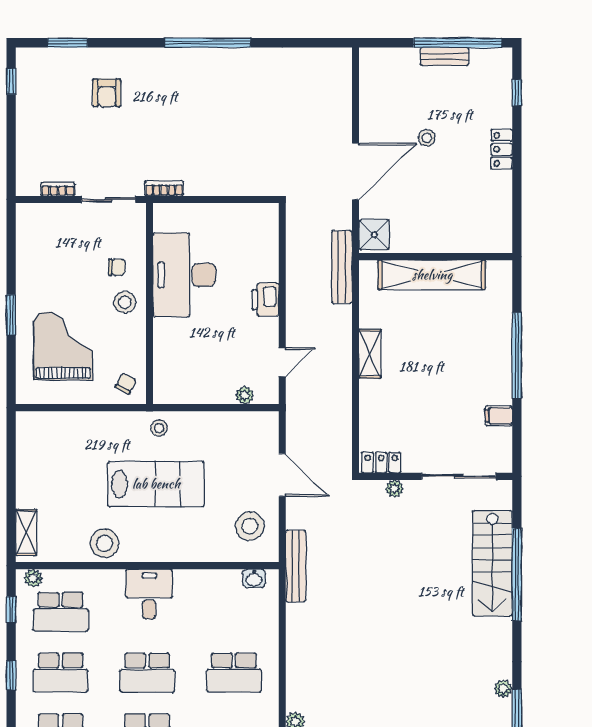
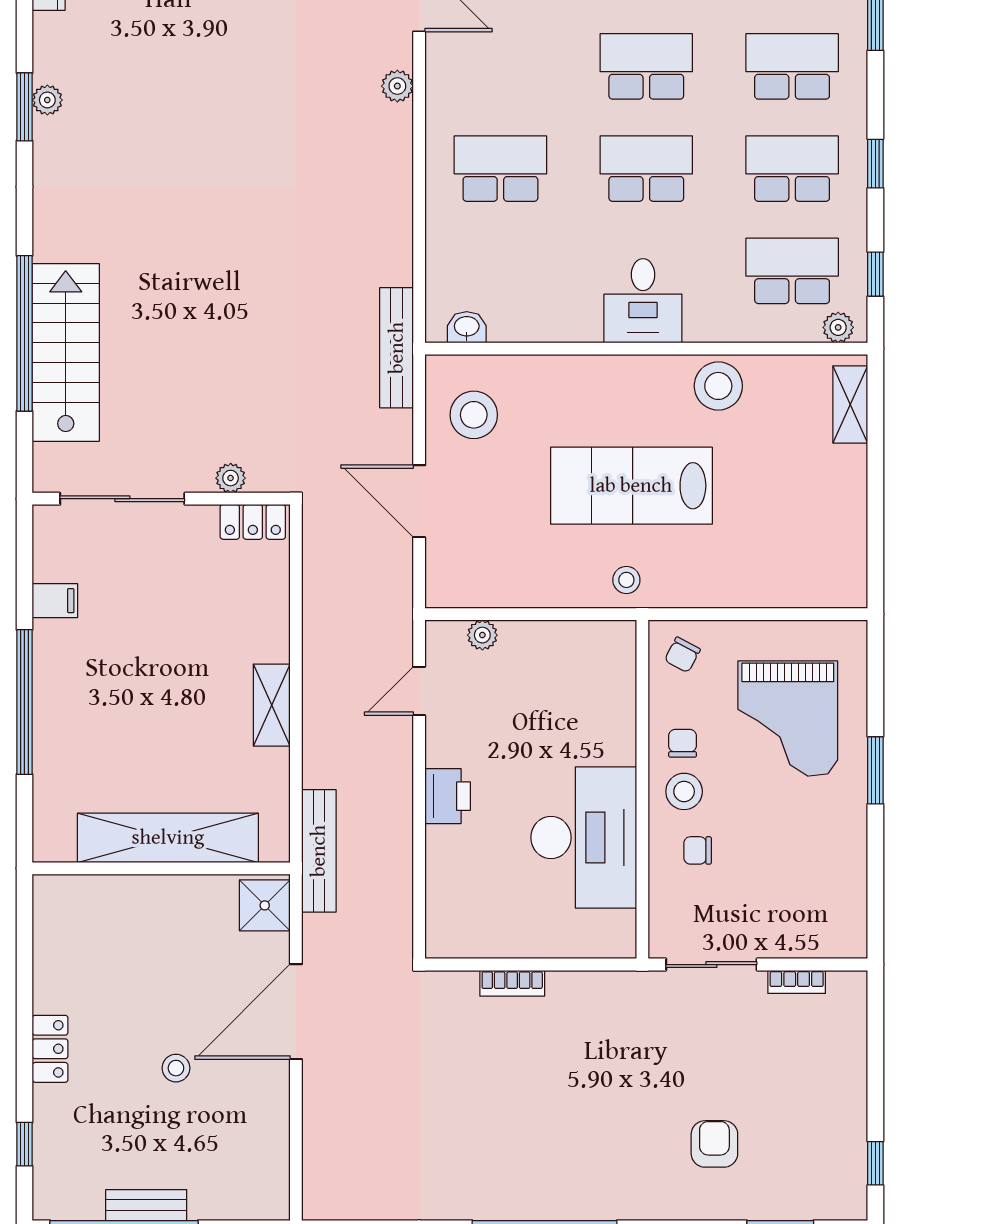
bookcase: (164, 188) -> (512, 983), moved
chair: (126, 331) -> (683, 743), added
plant: (503, 689) -> (47, 100), moved

